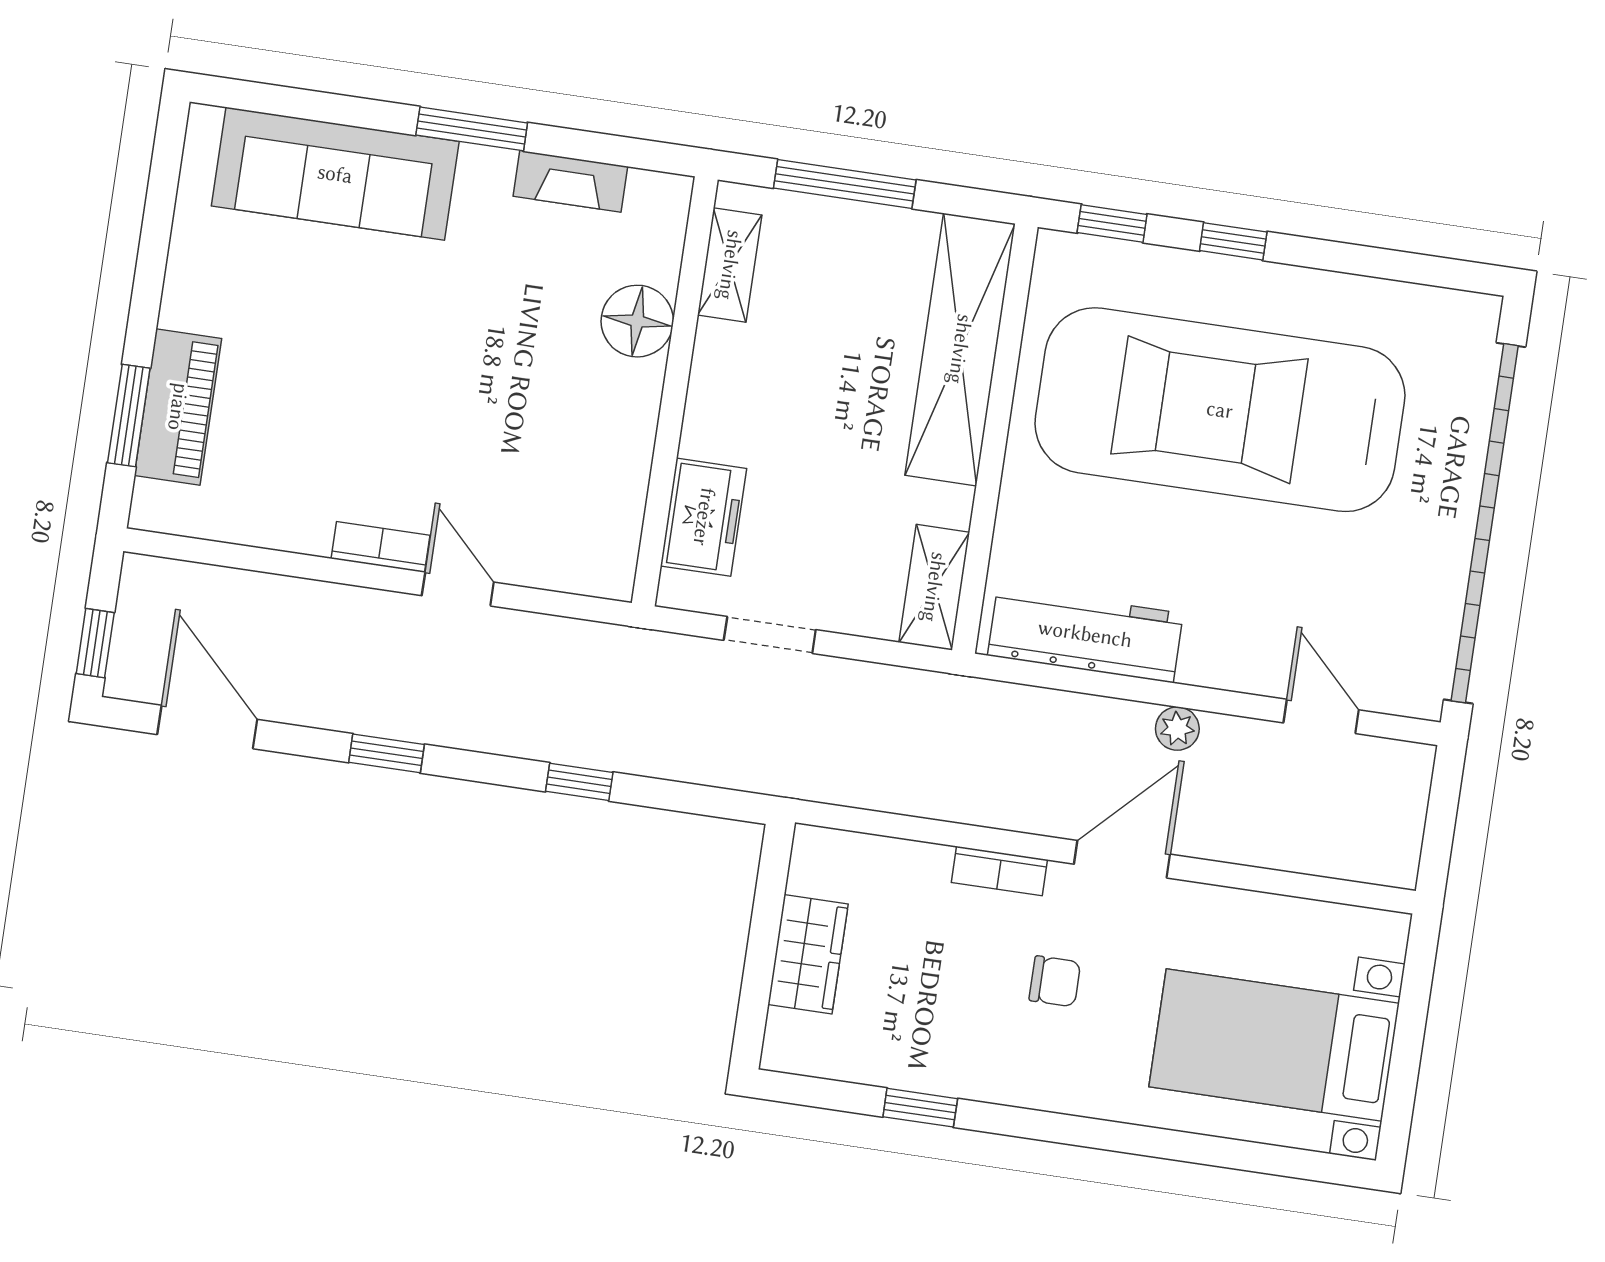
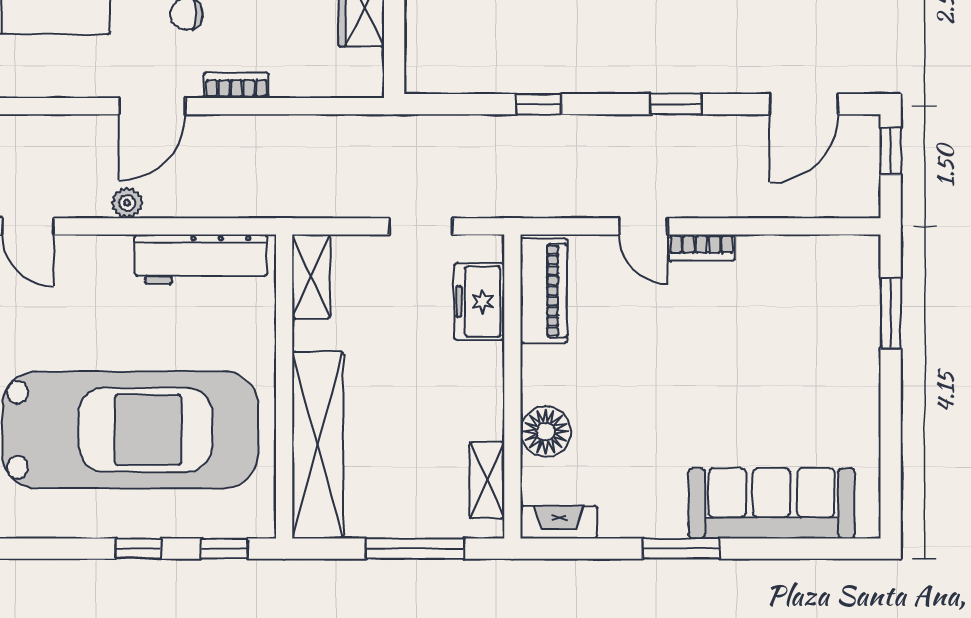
fireplace: (570, 181) -> (559, 522), moved
piano: (178, 407) -> (544, 291), moved, turned 180
door: (207, 727) -> (804, 104), hinge flipped

